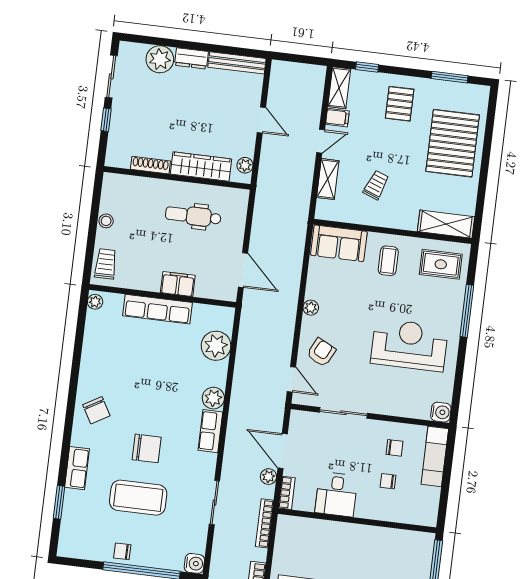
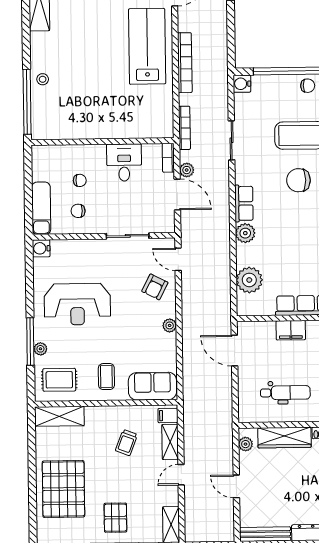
filing cabinet: (337, 118) -> (168, 416), moved
plant: (457, 301) -> (40, 349), added

